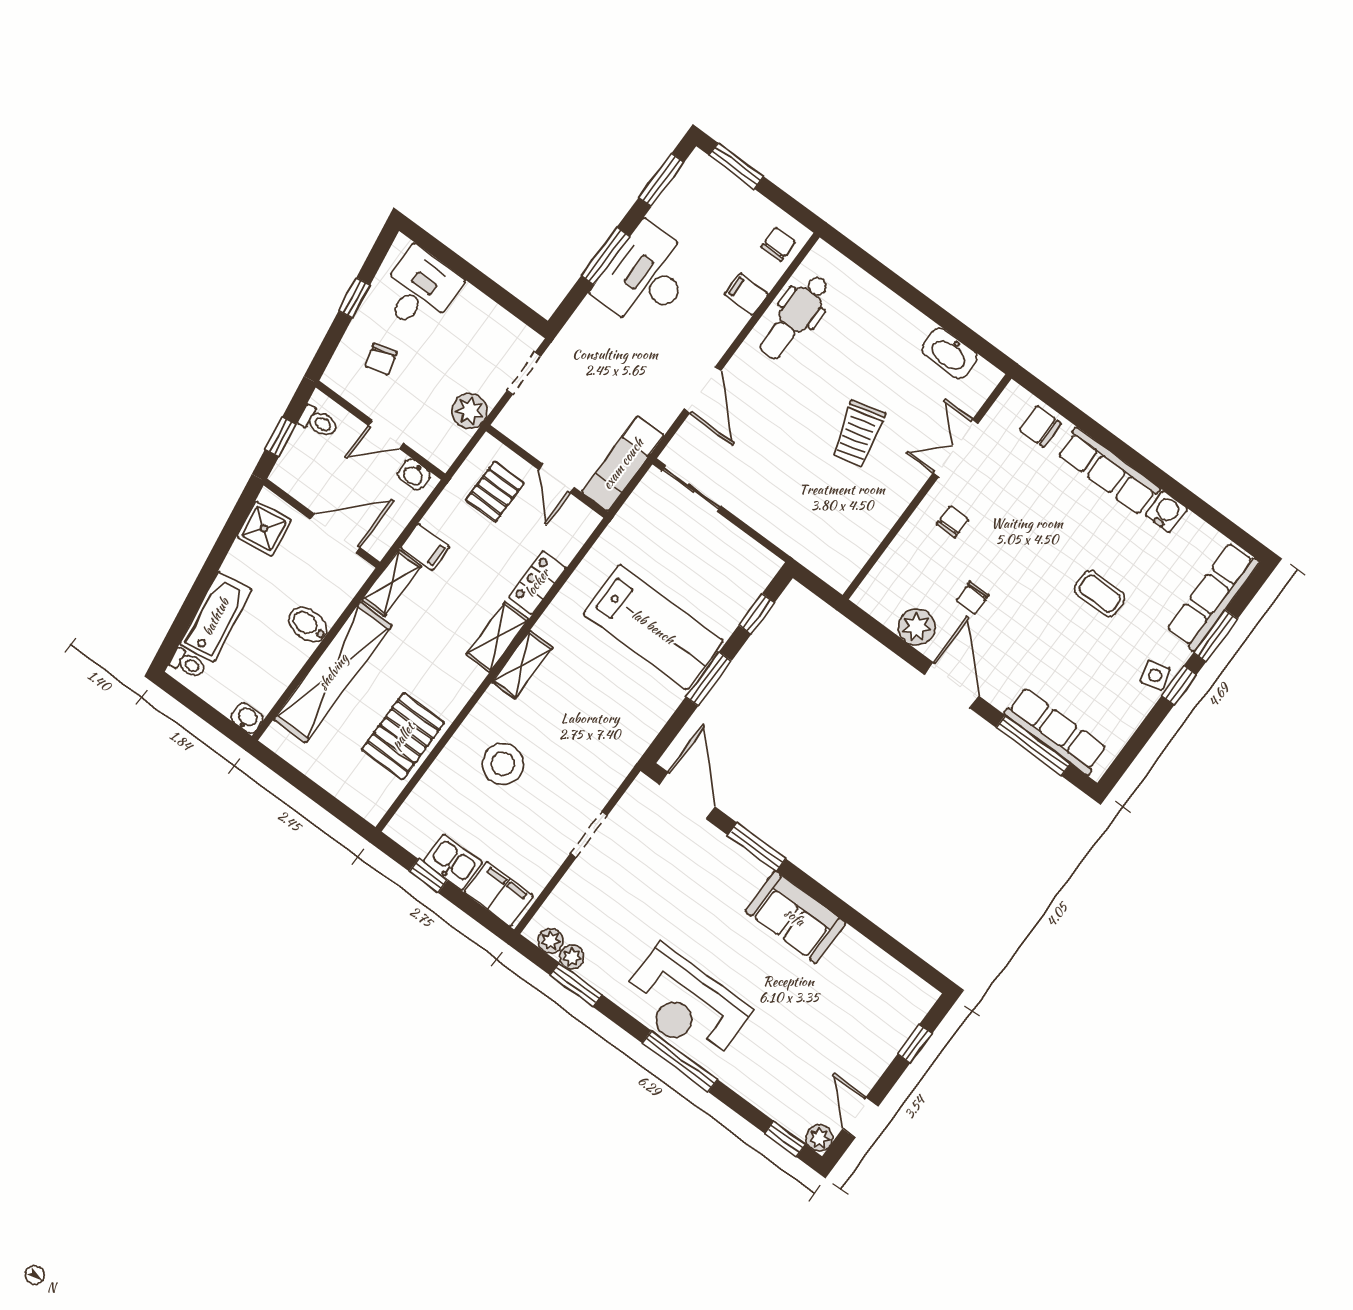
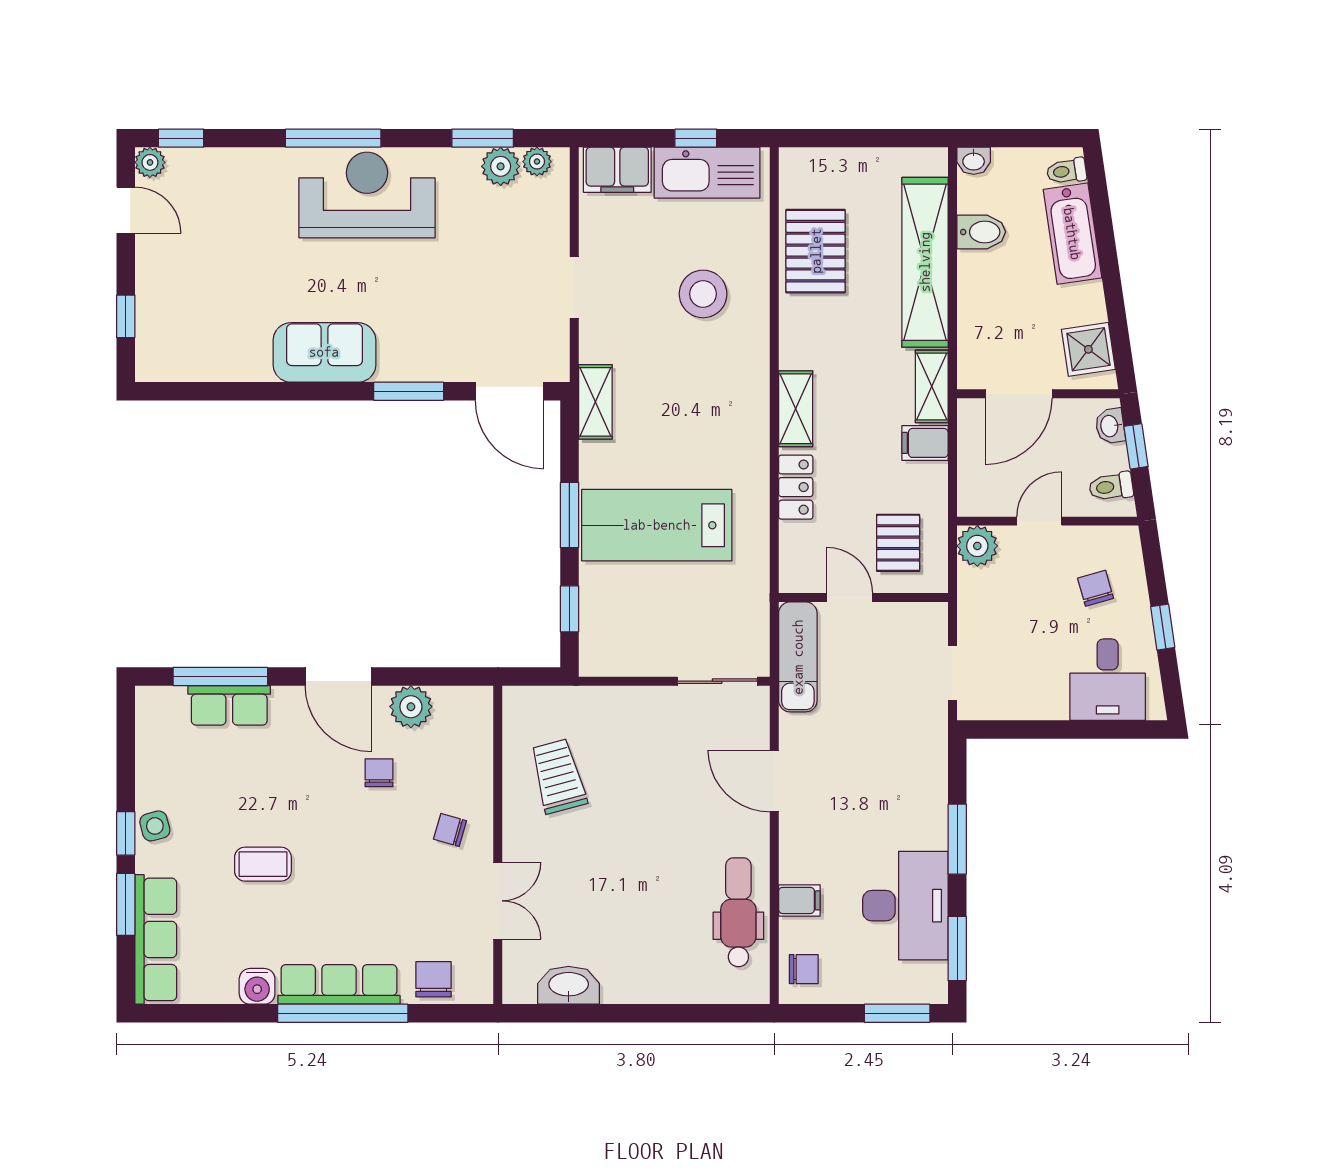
chair: (778, 244) -> (804, 969), turned -90
desk: (645, 277) -> (905, 906), moved
plant: (470, 411) -> (977, 546), moved
chair: (1040, 426) -> (434, 979), turned -90
trolley: (858, 434) -> (558, 776), moved
window: (1121, 449) -> (343, 1013), added
washbasin: (414, 474) -> (1110, 426), moved, turned -98
chair: (953, 522) -> (450, 830), turned 106
bidet: (308, 625) -> (981, 232), moved
shelving: (522, 665) -> (595, 402), moved
row of seats: (1056, 731) -> (229, 705), width x0.68
kitchen sink: (453, 862) -> (707, 173), width x1.87, depth x1.24
plant: (572, 957) -> (501, 166), width x1.38, depth x1.38

